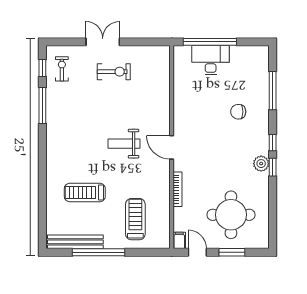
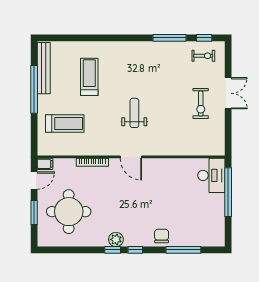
desk: (211, 60) -> (211, 175), moved
chair: (238, 112) -> (162, 236), moved
door: (172, 147) -> (131, 157), swing flipped

